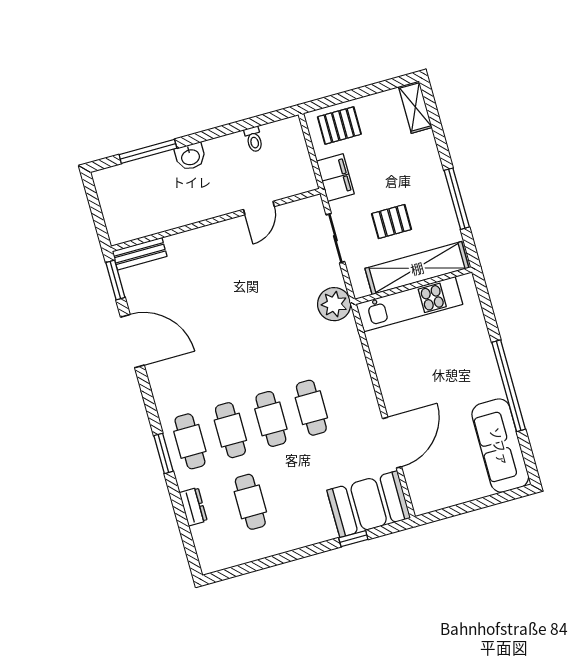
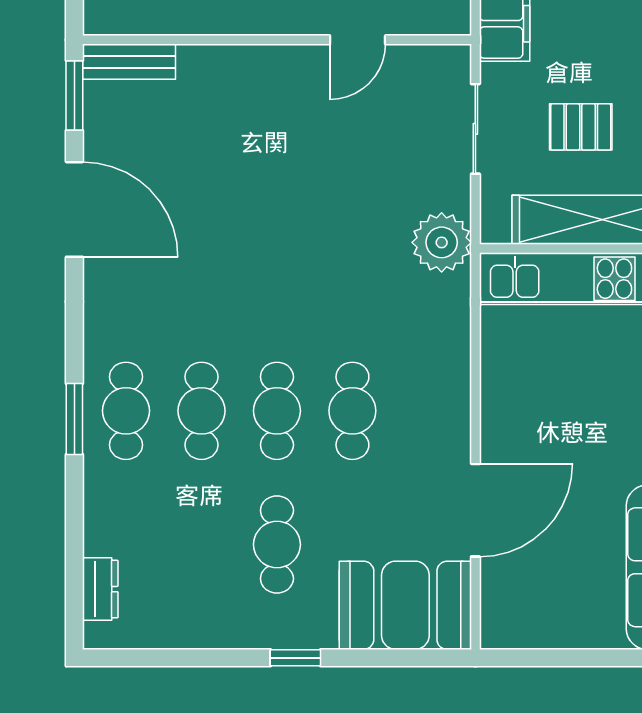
cafe table: (250, 502) -> (277, 545), moved
dresser: (193, 507) -> (100, 589), moved
window: (353, 539) -> (295, 658), moved

